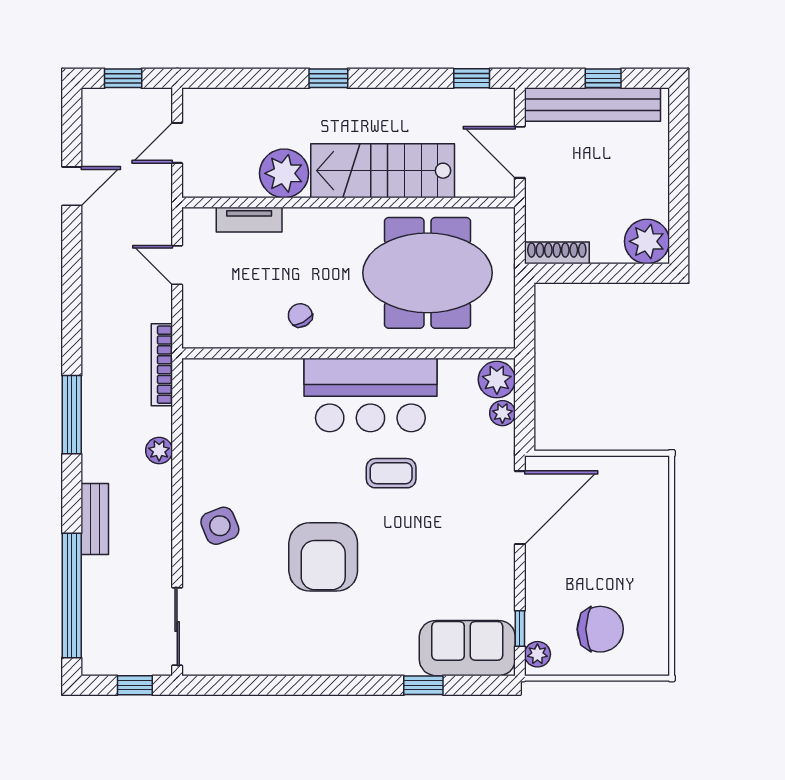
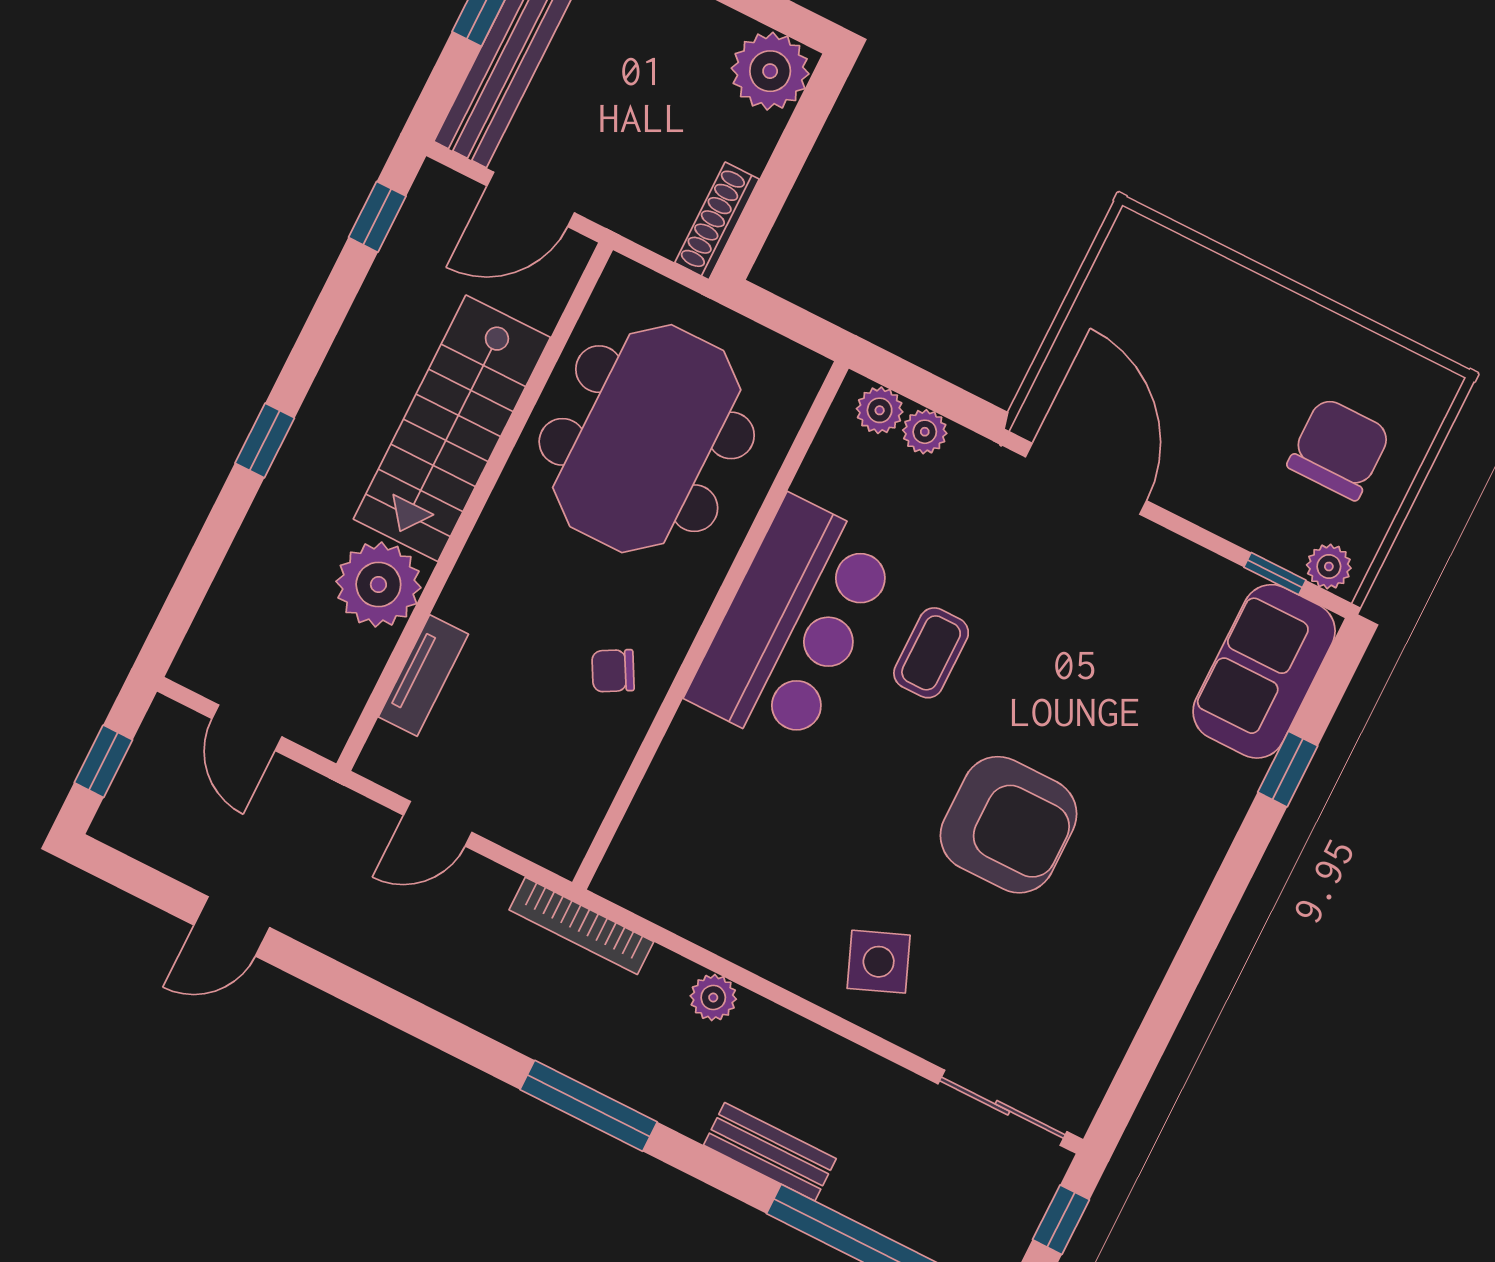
door: (72, 186) -> (232, 926), swing flipped
plant: (497, 380) -> (880, 410), width x0.73, depth x0.73

